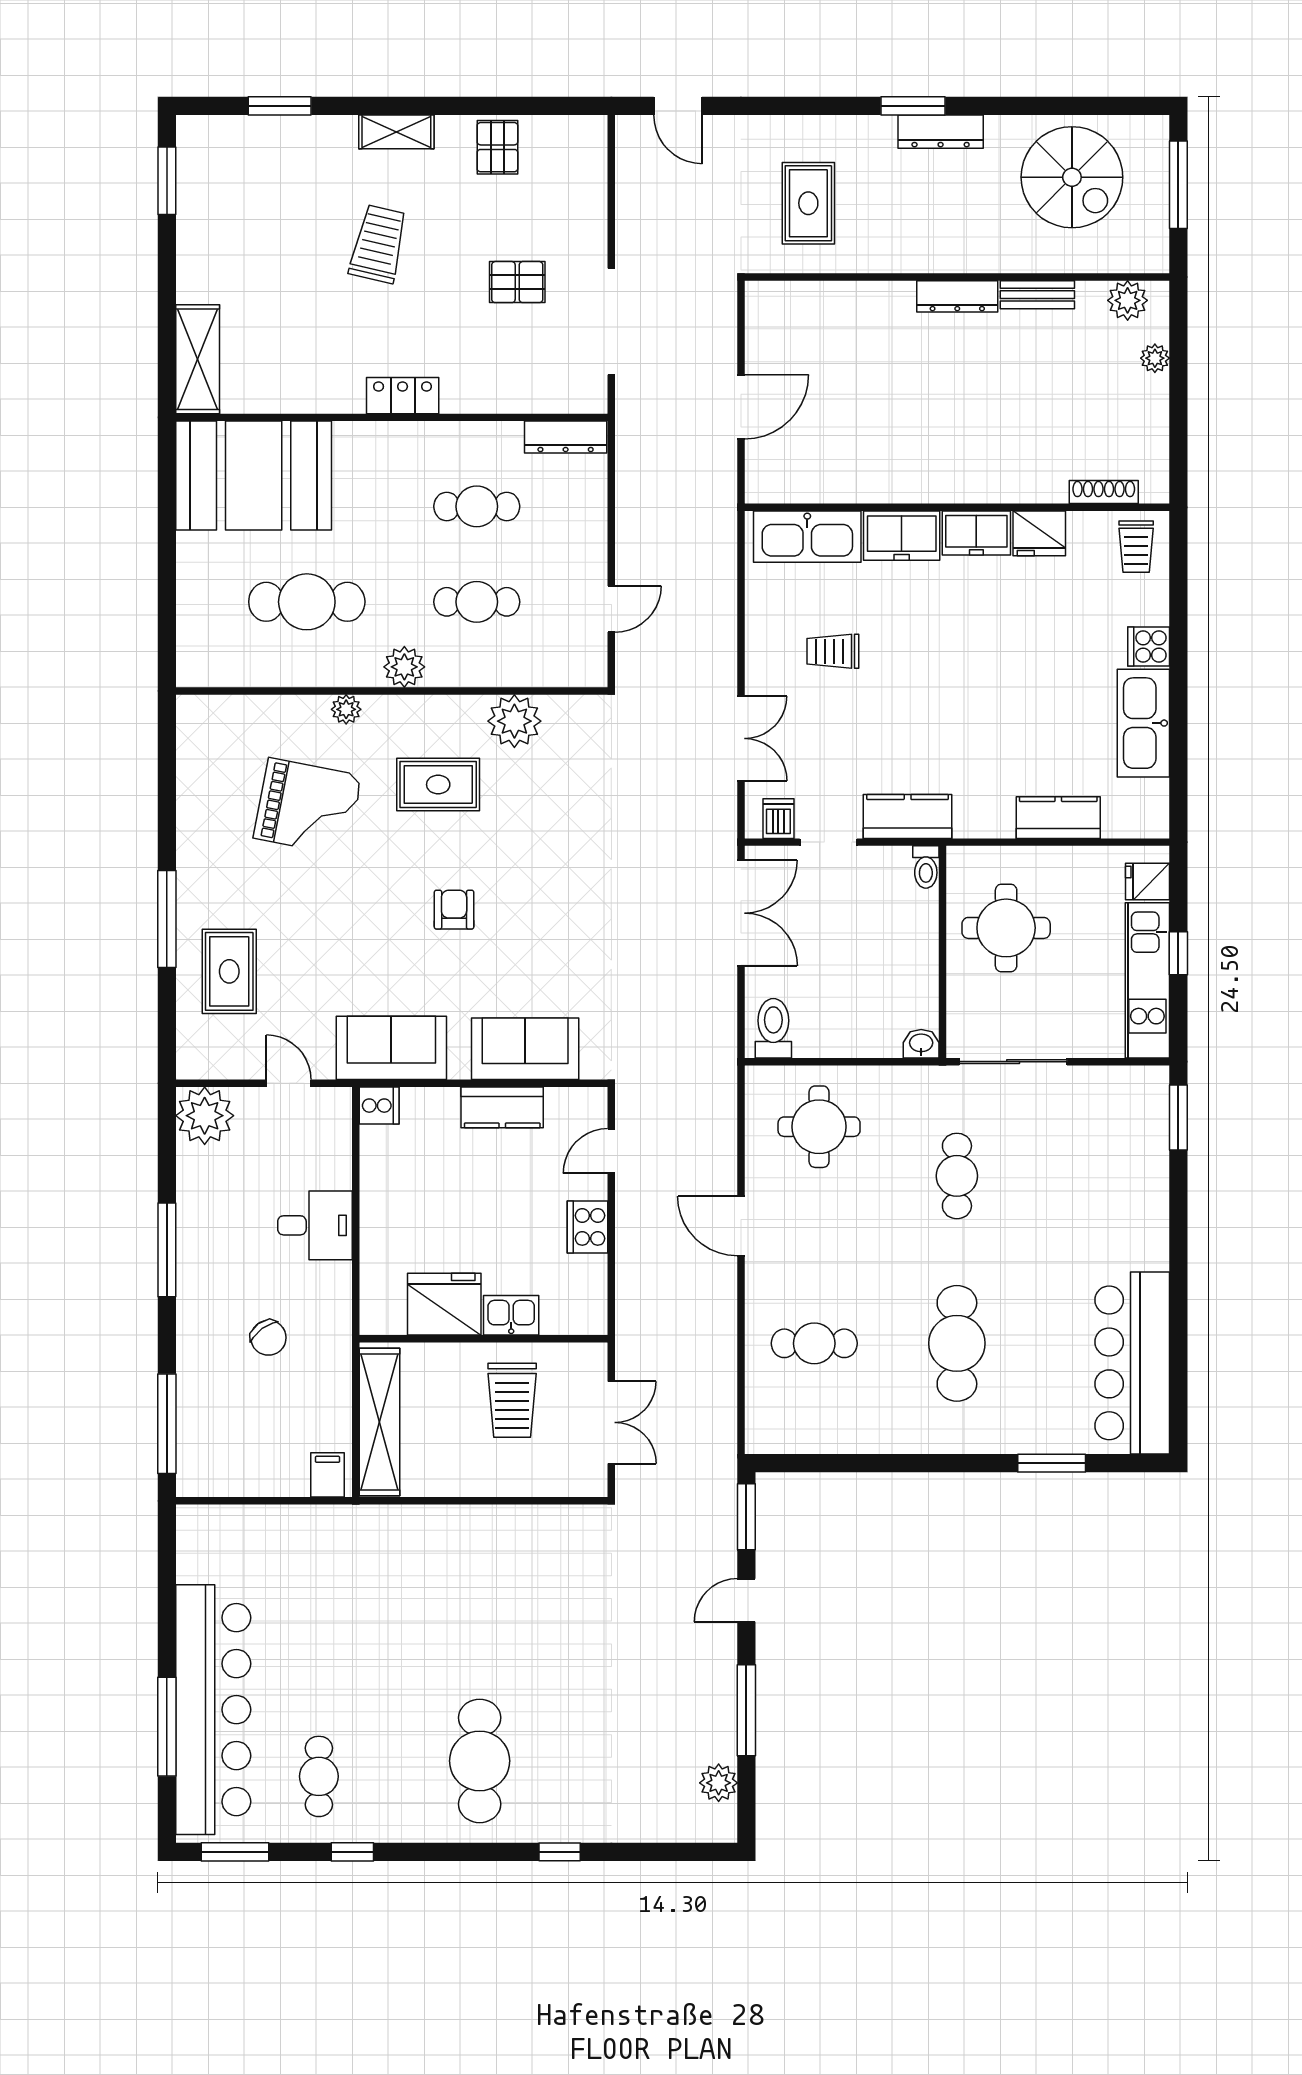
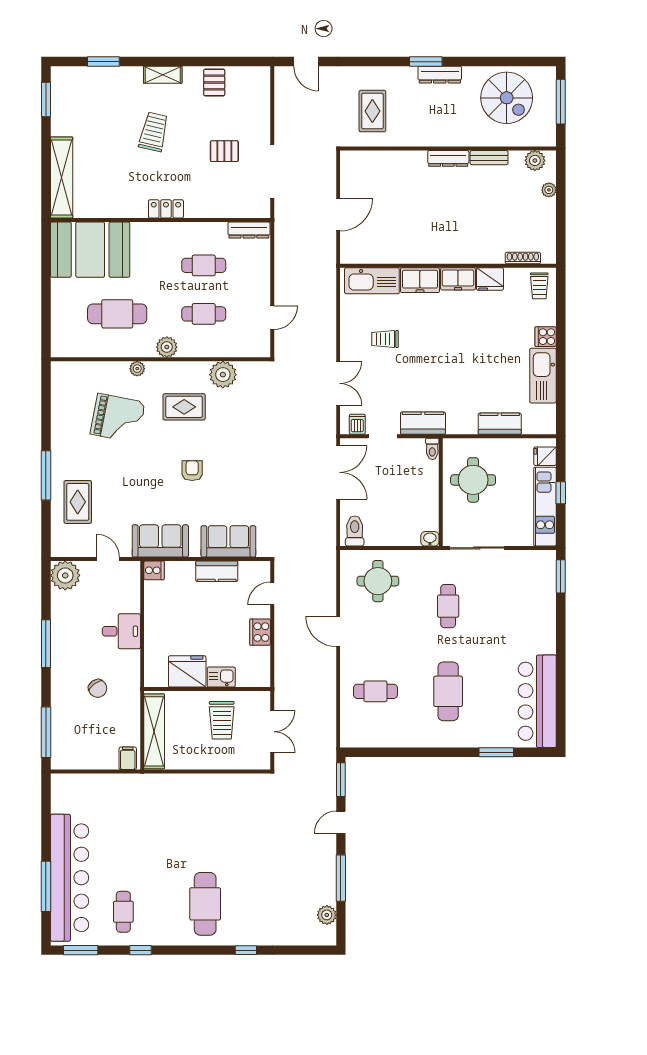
shelving: (198, 359) -> (62, 177), width x1.47

